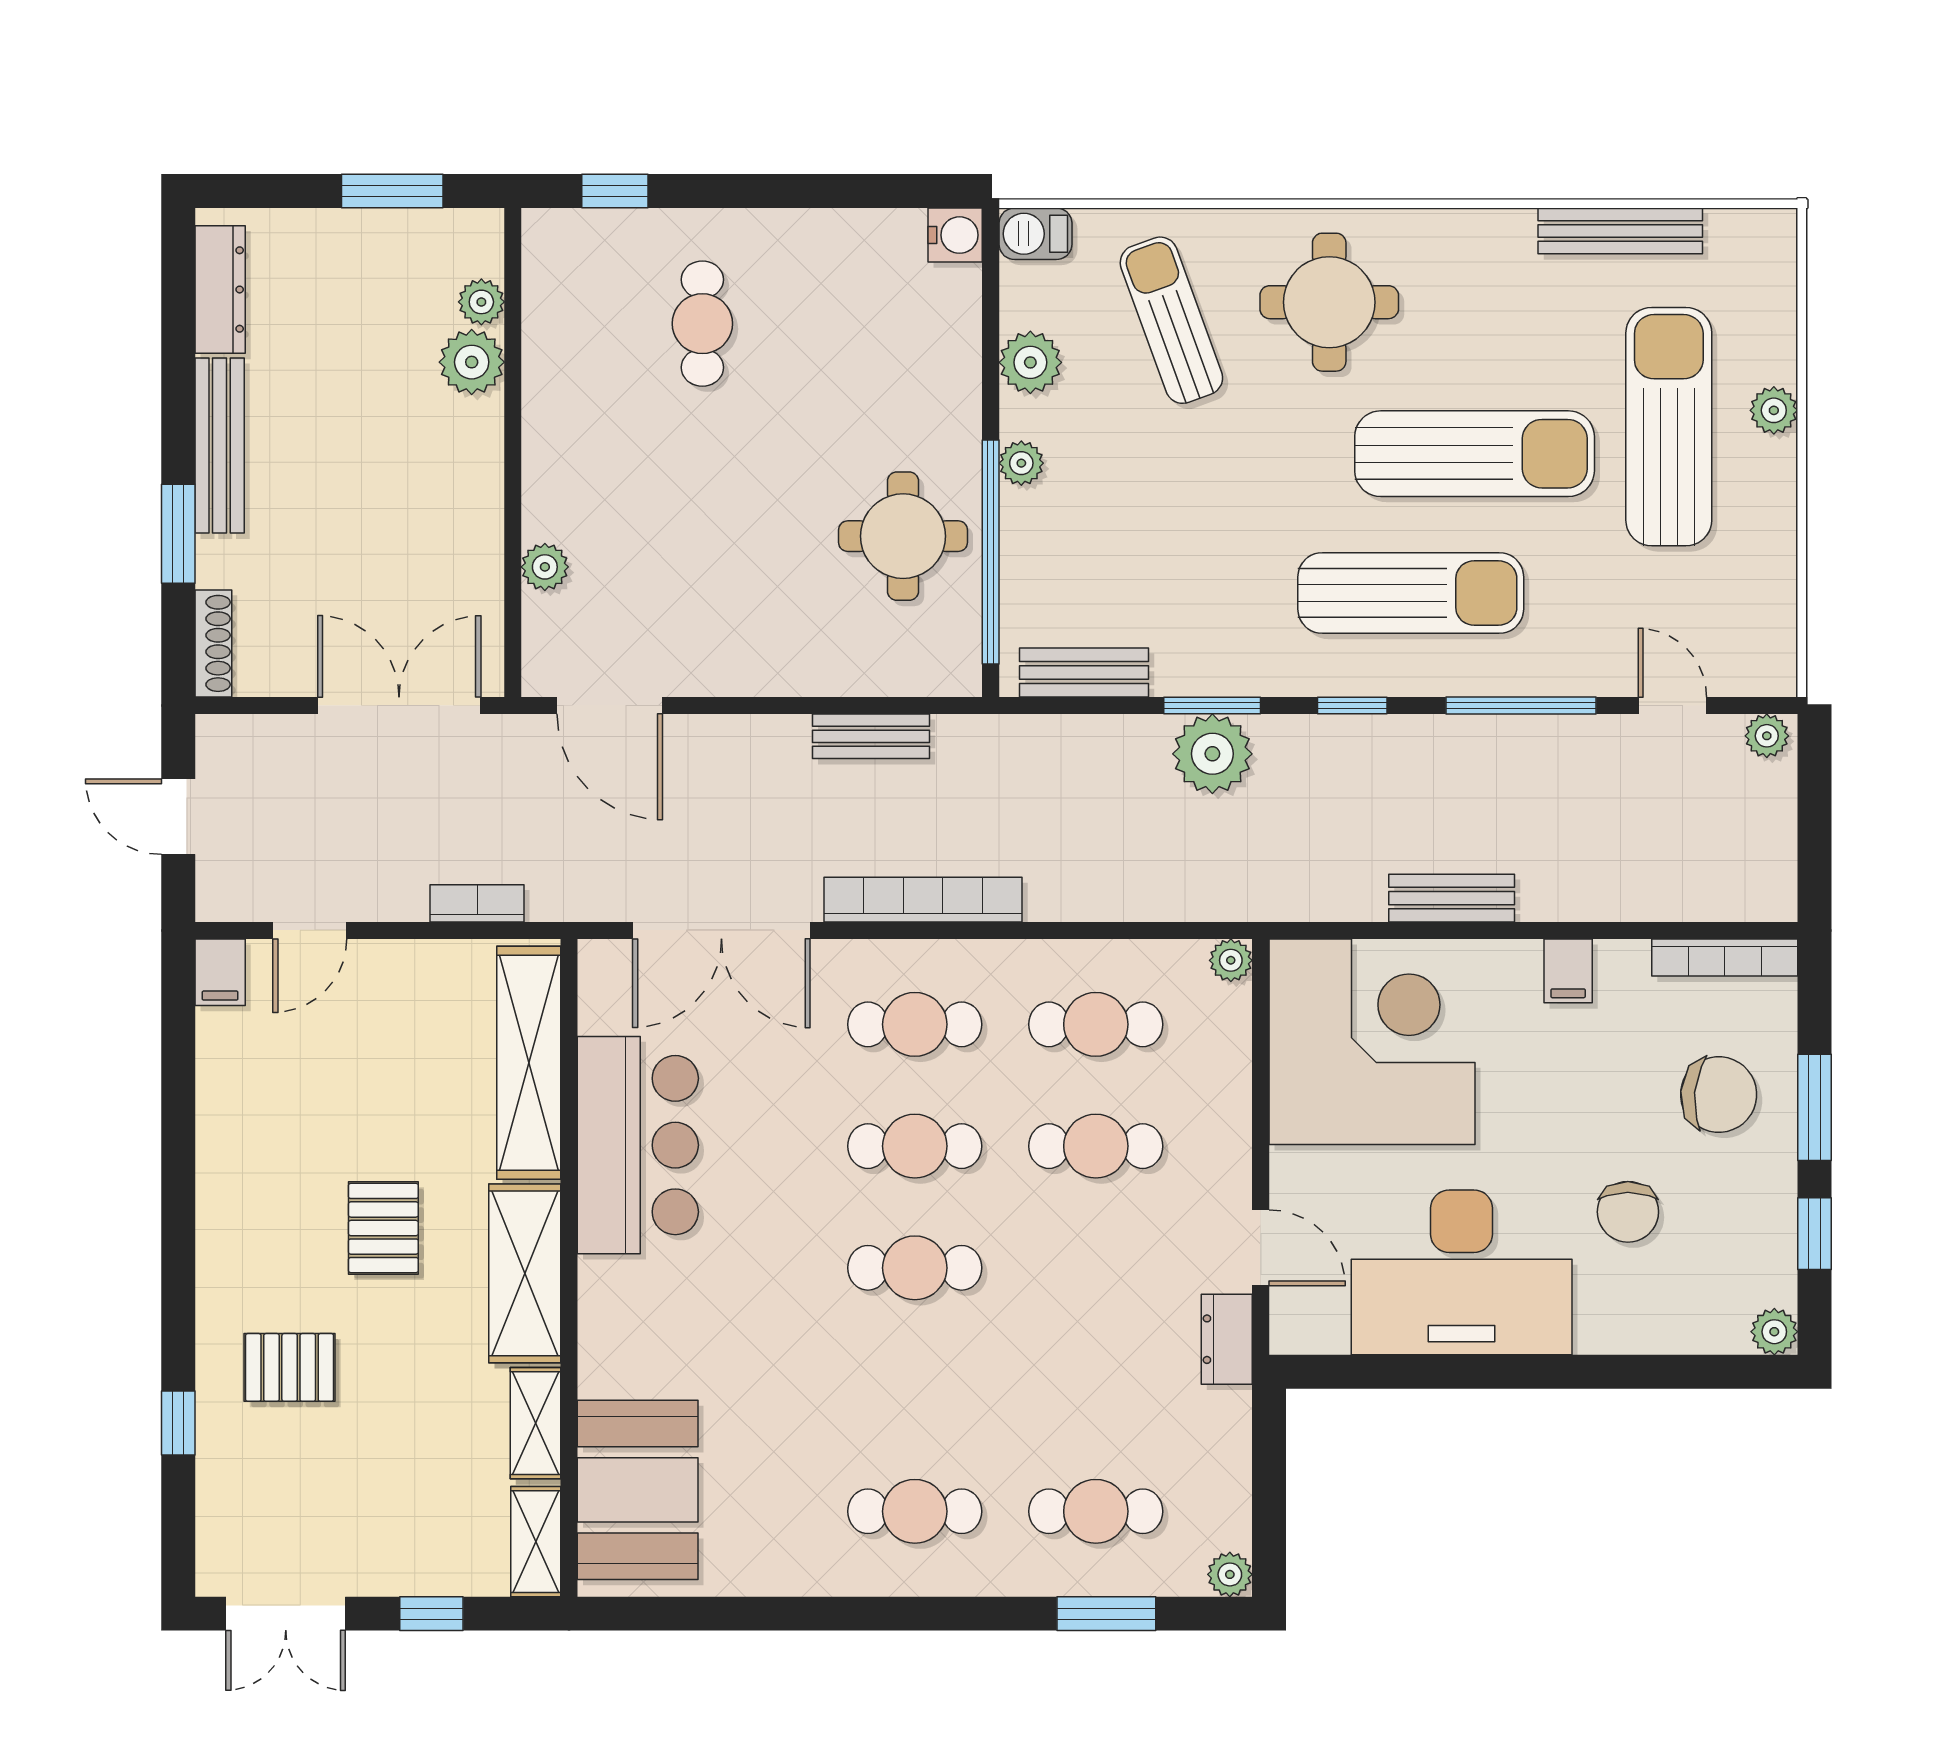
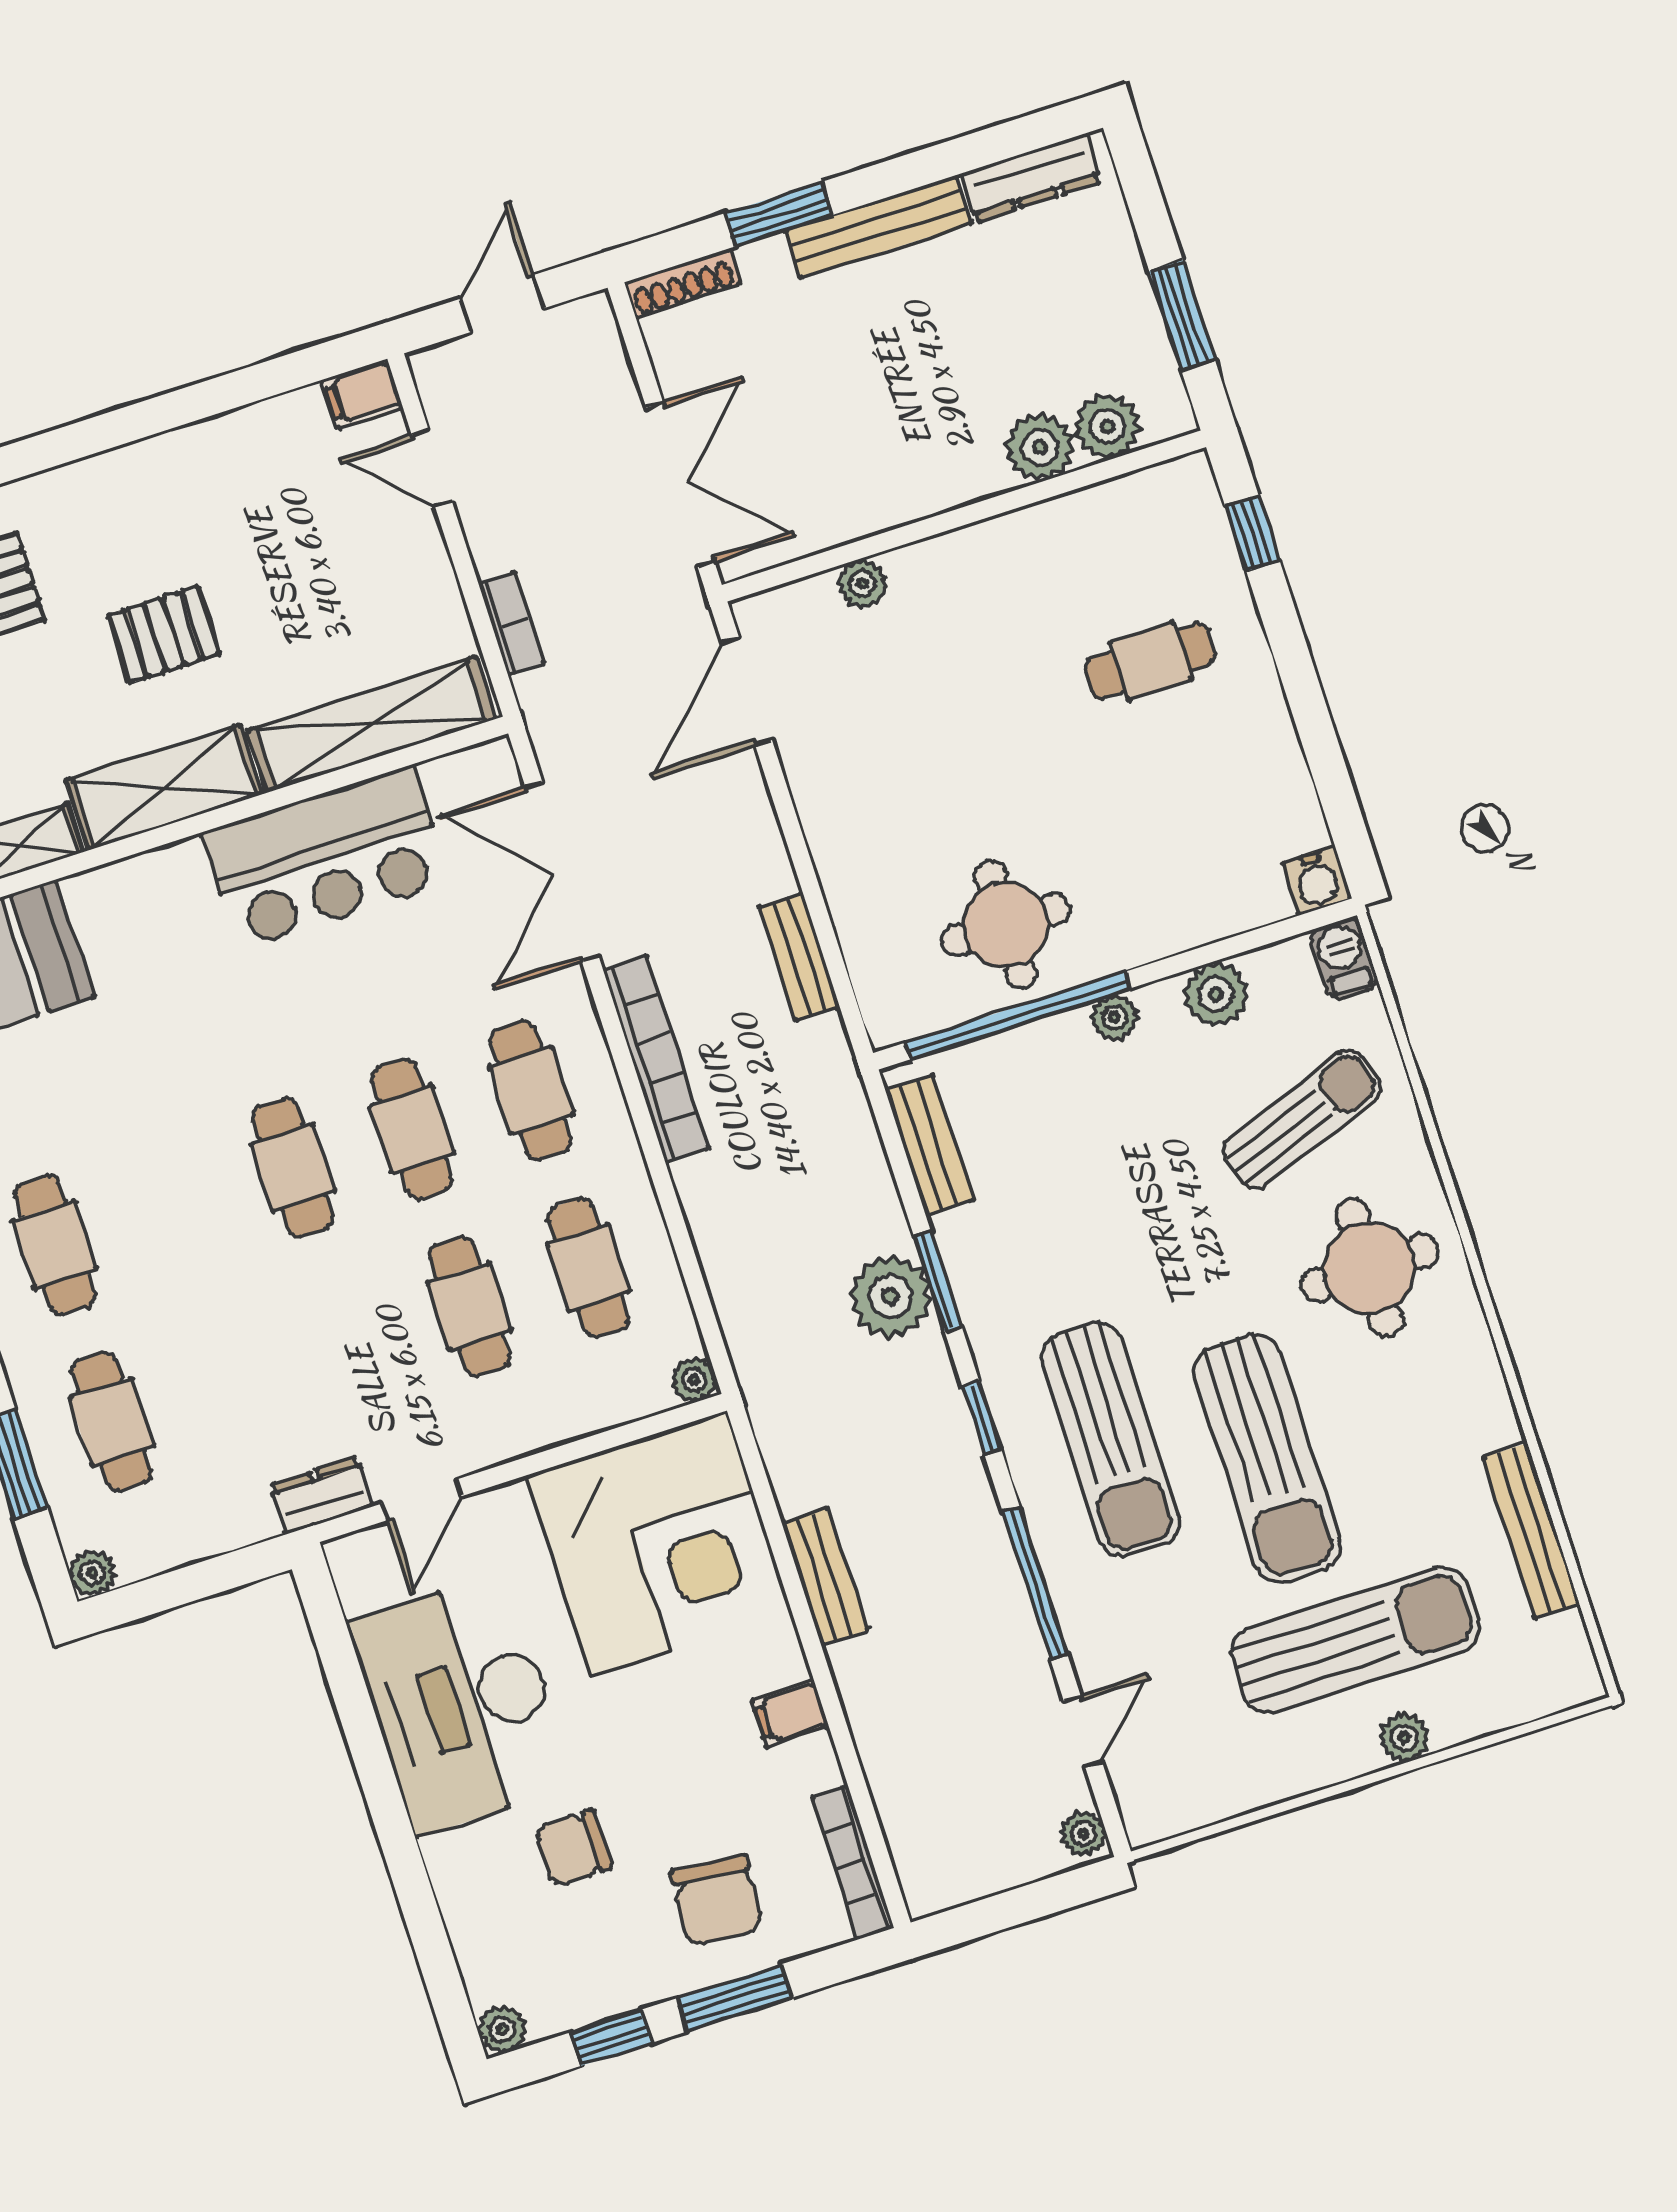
plant: (481, 302) -> (1107, 426), width x1.38, depth x1.38

